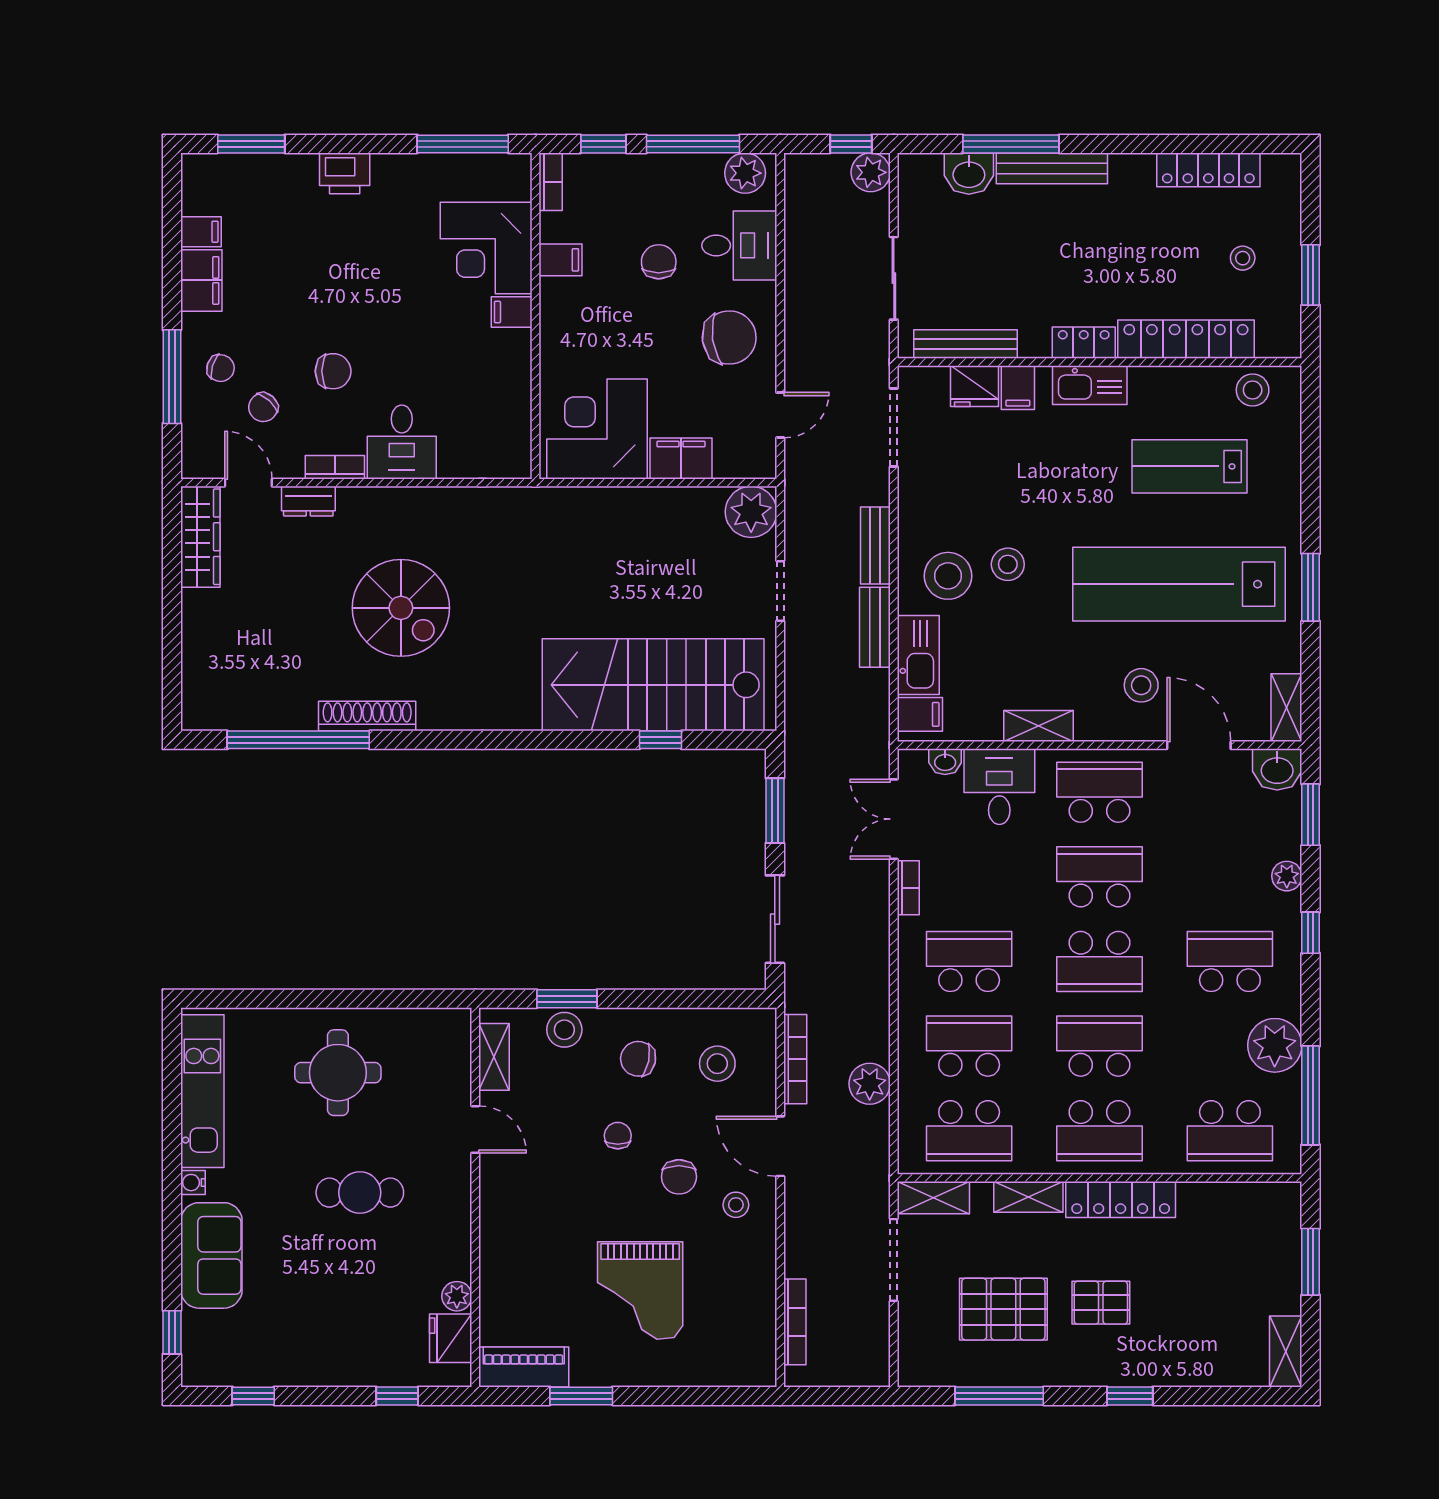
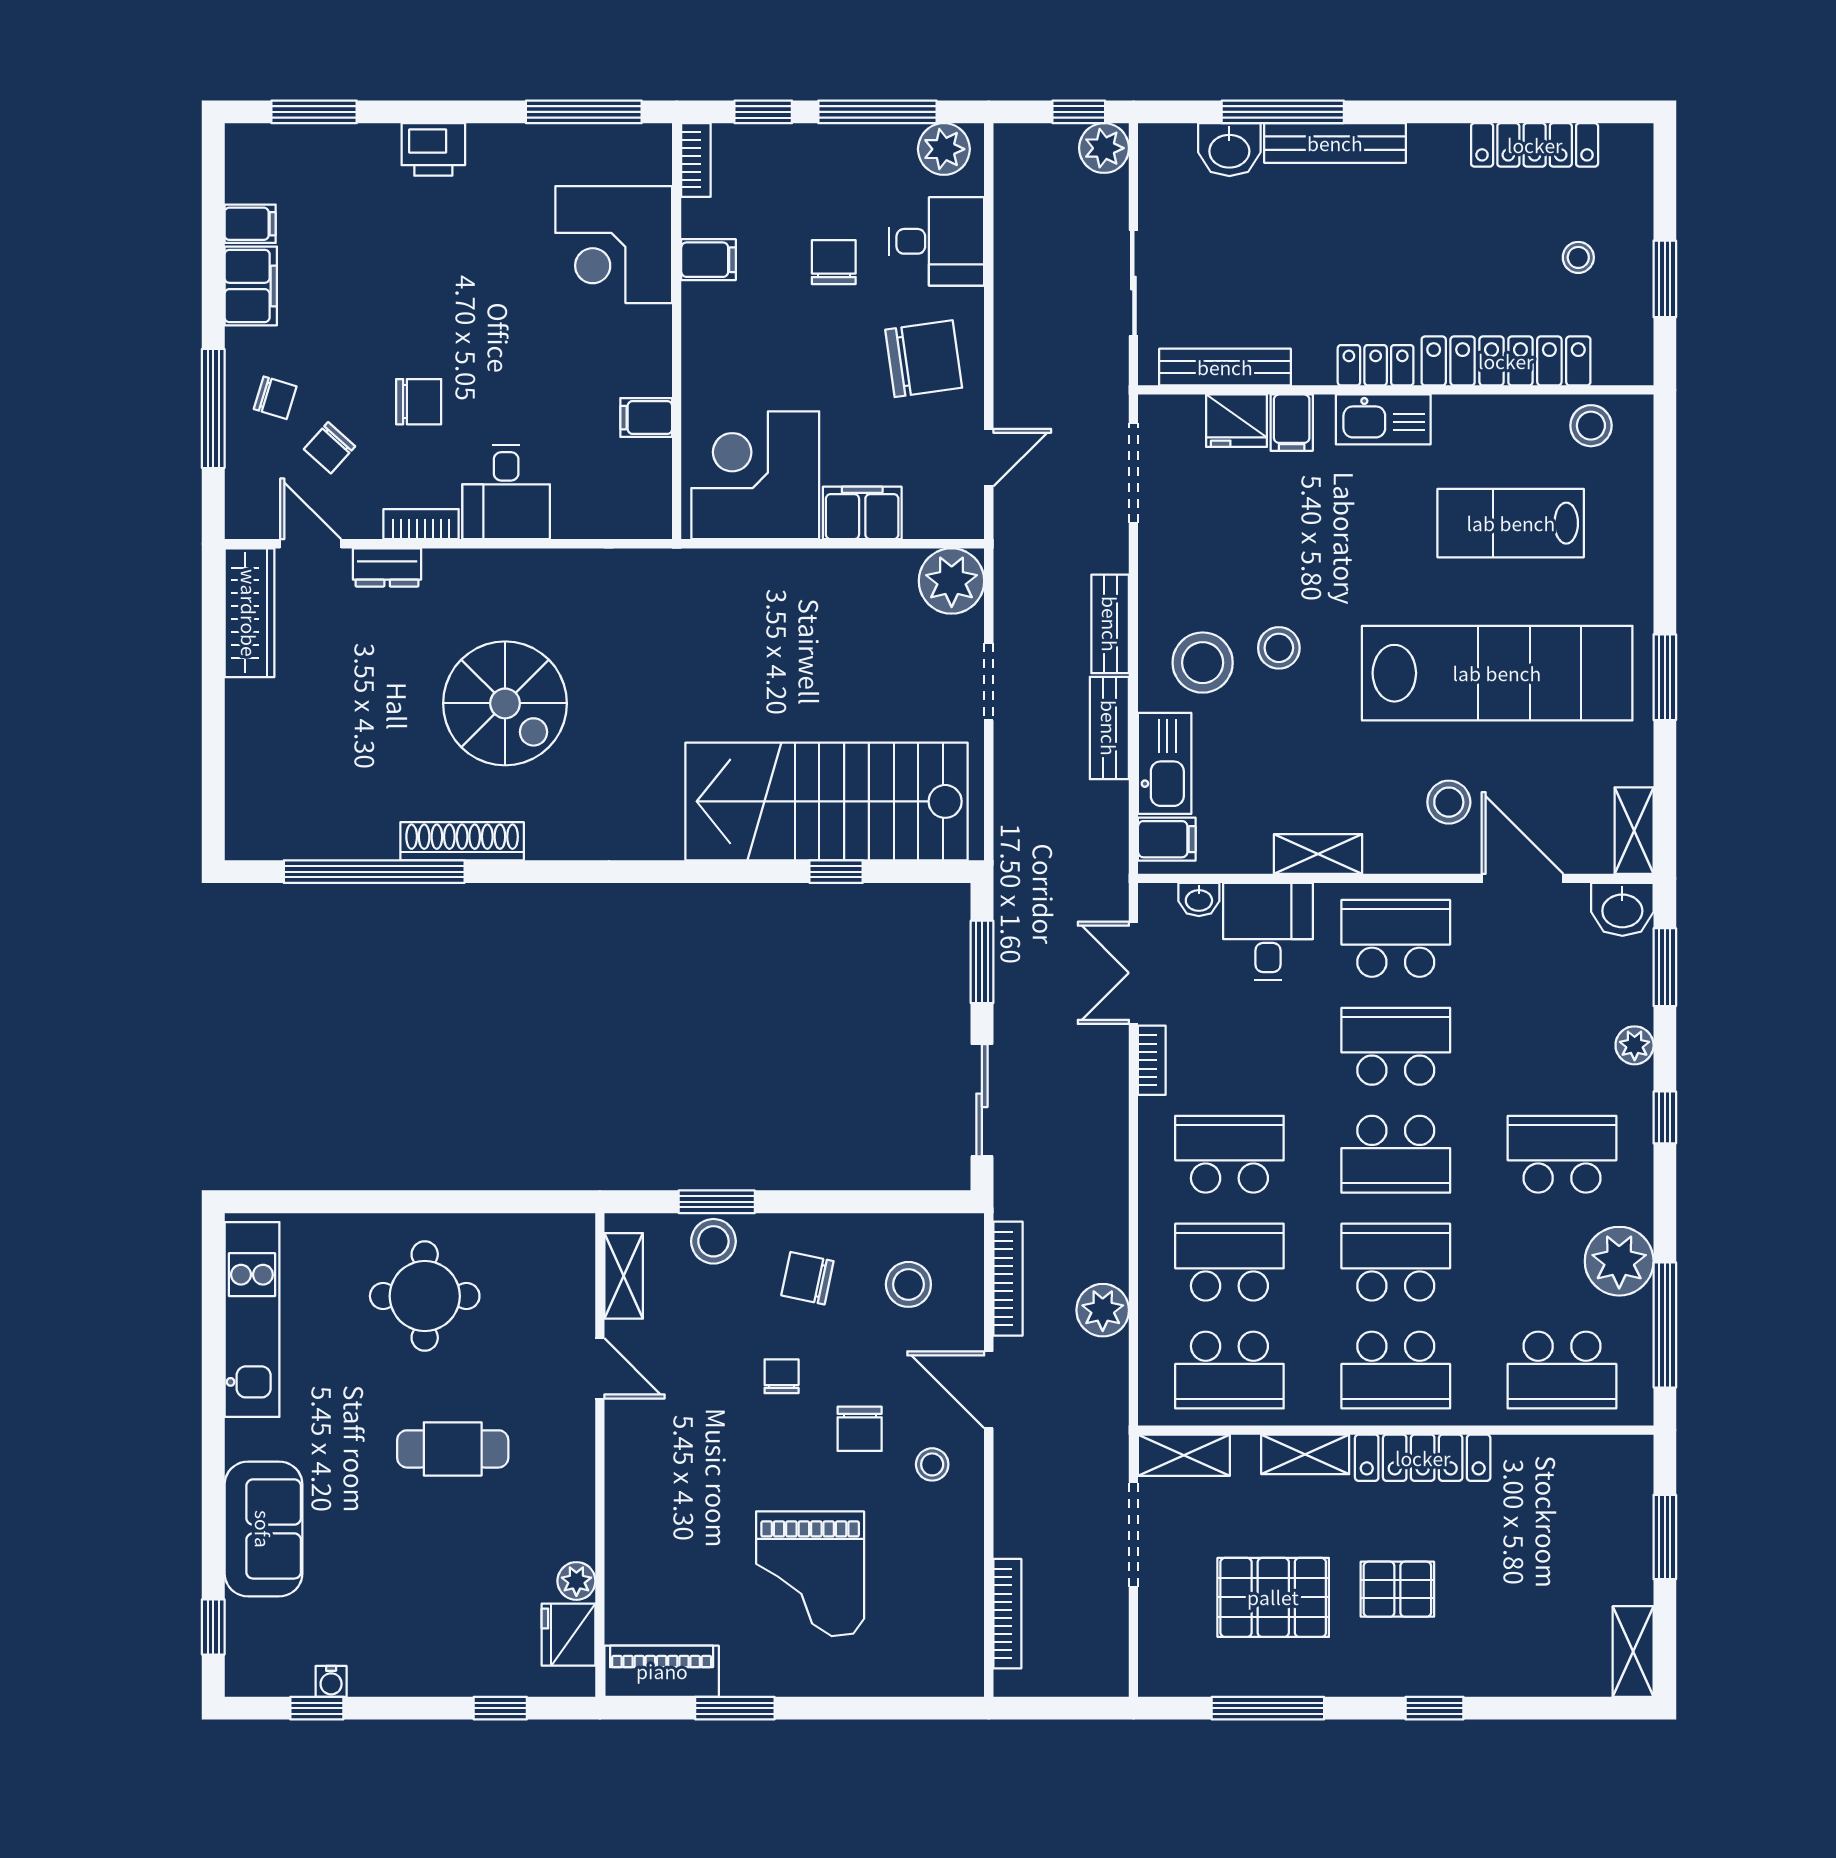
filing cabinet: (512, 312) -> (646, 418), moved
lab bench: (1179, 584) -> (1497, 673), turned 180
water cooler: (193, 1183) -> (331, 1681), moved, turned -90

